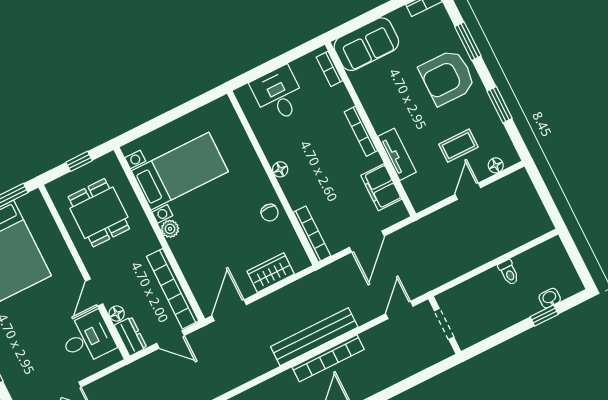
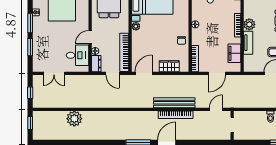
plant: (382, 119) -> (249, 24), added

